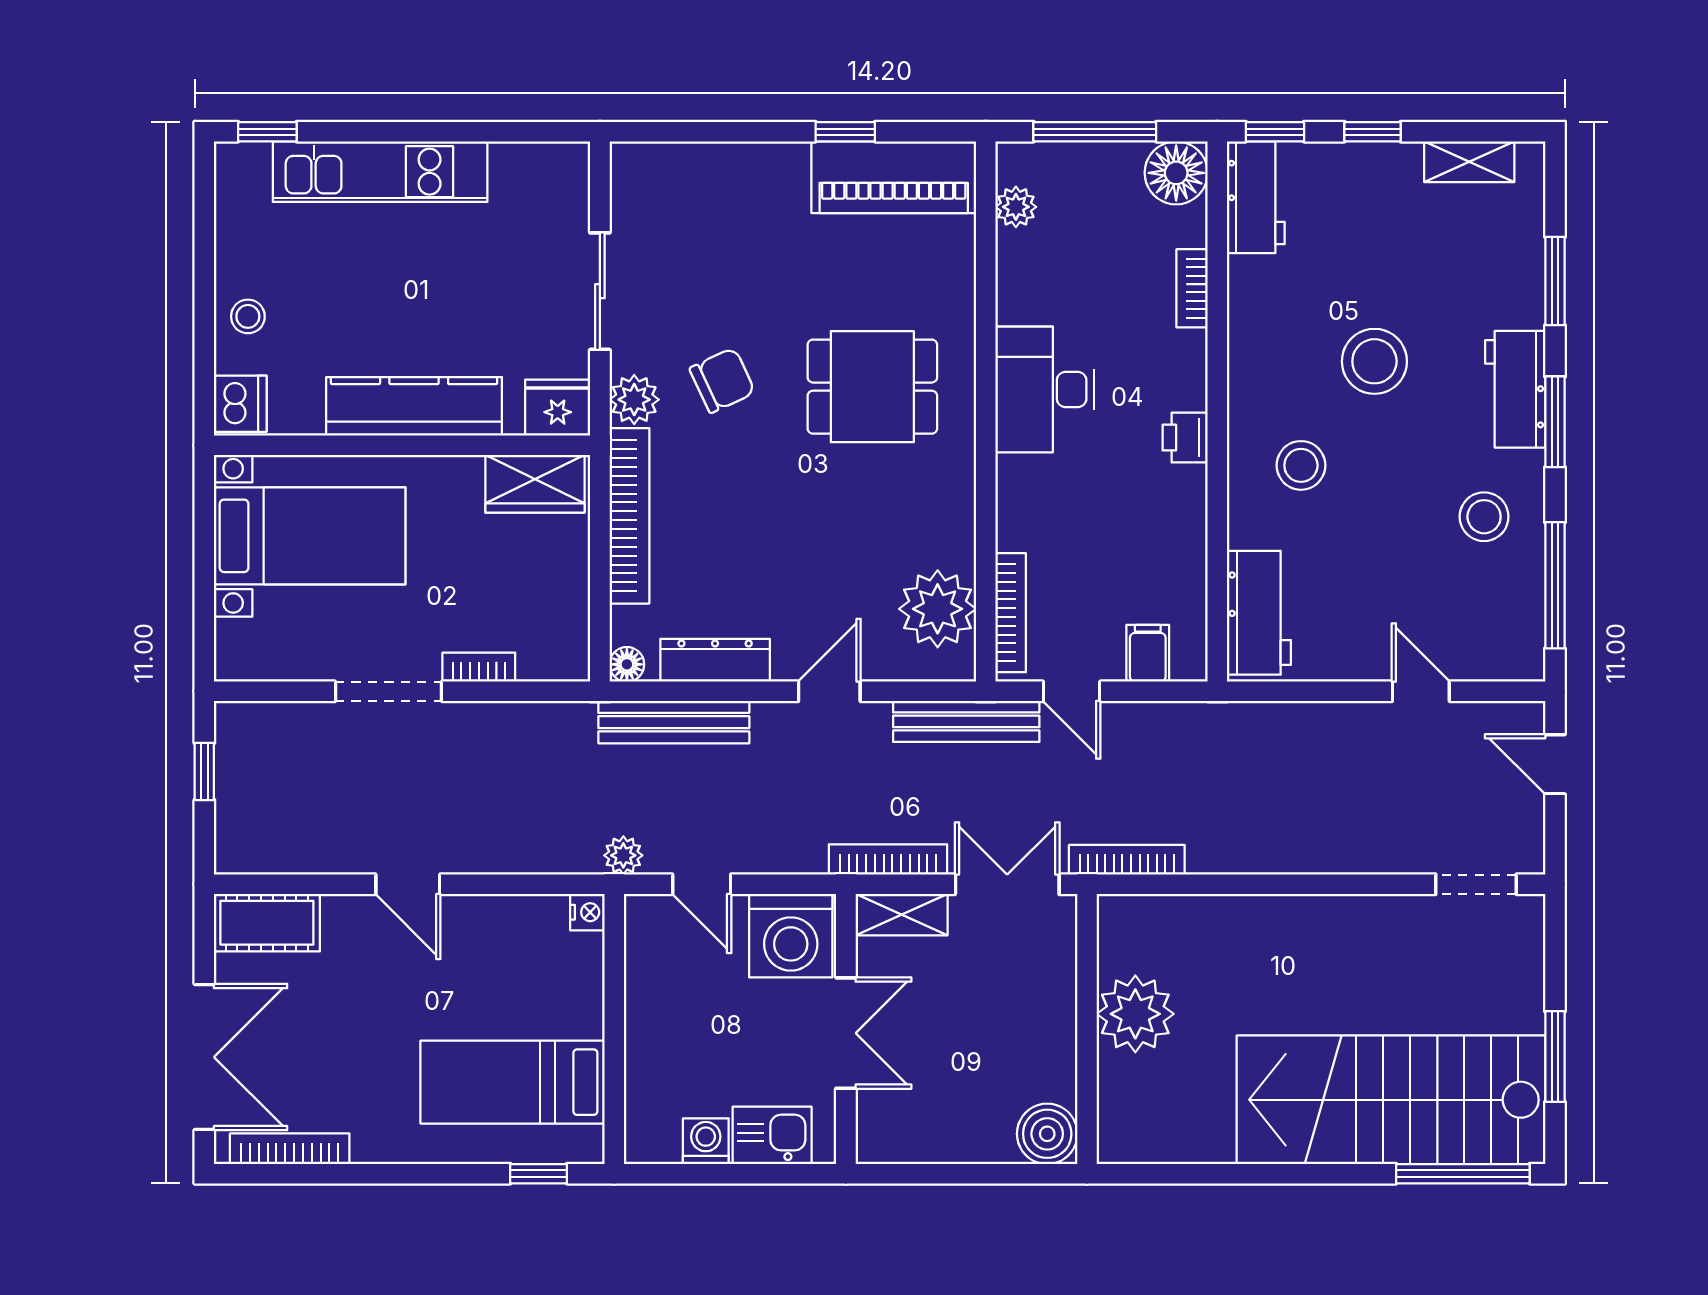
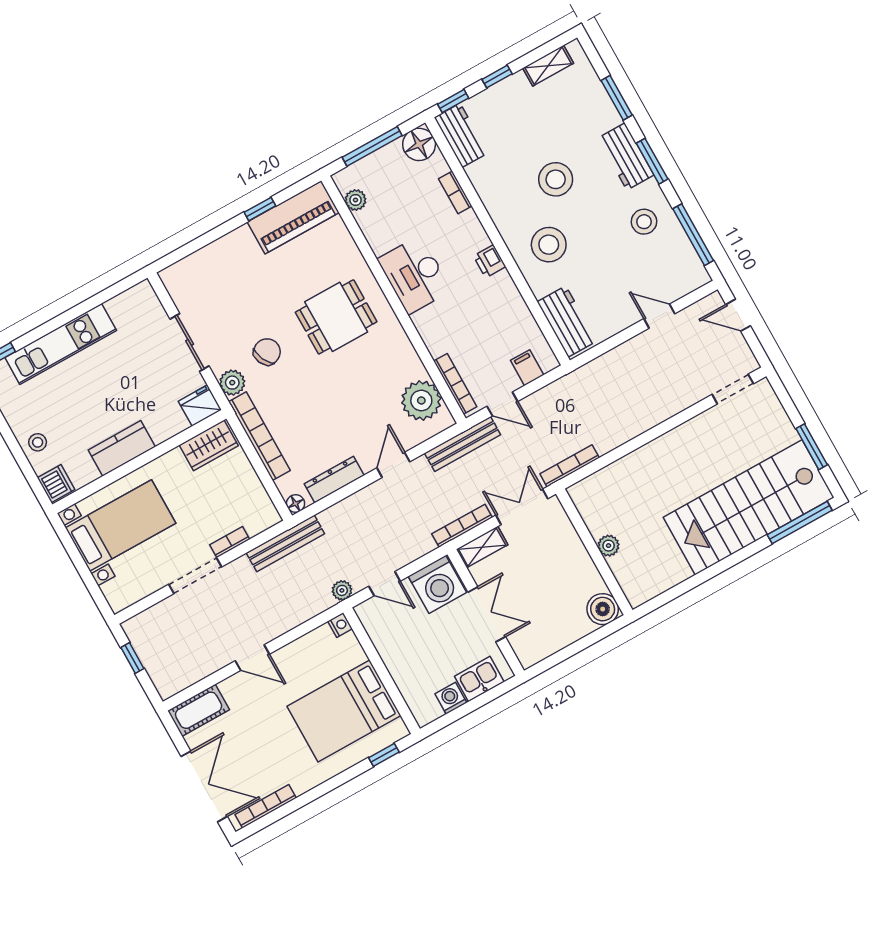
kitchen counter: (414, 406) -> (122, 448), width x0.67
stool: (1301, 465) -> (549, 245), width x1.38, depth x1.38
bench: (674, 722) -> (285, 543), moved
plant: (1135, 1014) -> (609, 546), width x0.53, depth x0.53
bed: (513, 1082) -> (344, 711), width x1.50

